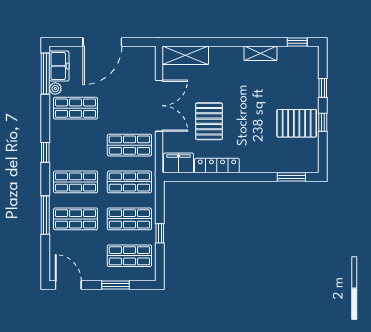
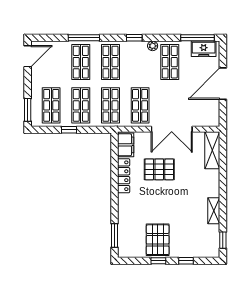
door: (102, 42) -> (223, 84), hinge flipped
plant: (55, 89) -> (153, 46), moved
window: (116, 285) -> (28, 110), moved

